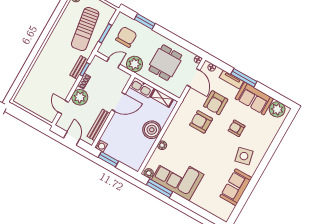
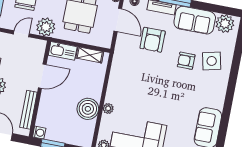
armchair: (201, 122) -> (143, 67), removed
boiler: (152, 130) -> (88, 109), moved
side table: (244, 156) -> (212, 61), moved

